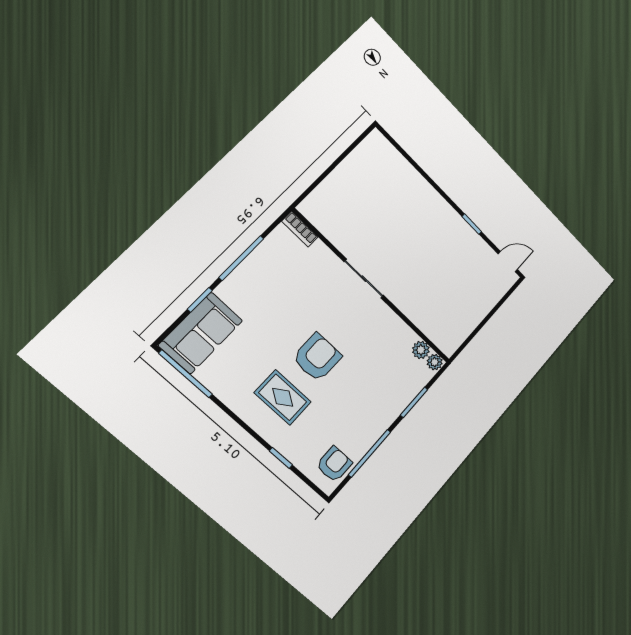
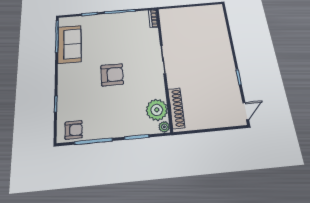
door: (508, 262) -> (246, 111), hinge flipped
shoe rack: (431, 328) -> (176, 108), added
sofa: (201, 333) -> (70, 44), moved, turned -90
plant: (421, 350) -> (157, 110), width x1.88, depth x1.88
rug: (283, 397) -> (82, 79), removed

